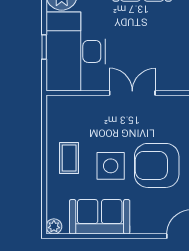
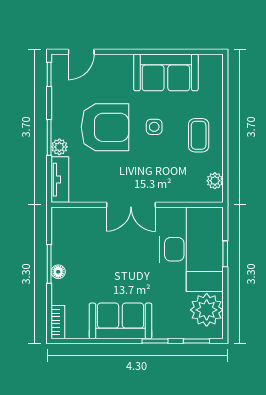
side table: (111, 166) -> (154, 127), width x0.54, depth x0.54
plant: (54, 226) -> (215, 181), moved

